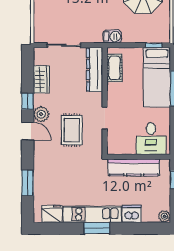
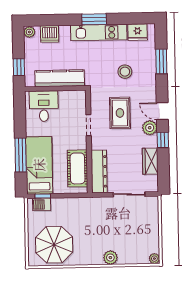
barbecue: (112, 37) -> (42, 204), moved
cot: (114, 68) -> (77, 168), width x1.37, depth x1.34
stool: (66, 173) -> (125, 72), added
dishwasher: (132, 214) -> (50, 34), moved

